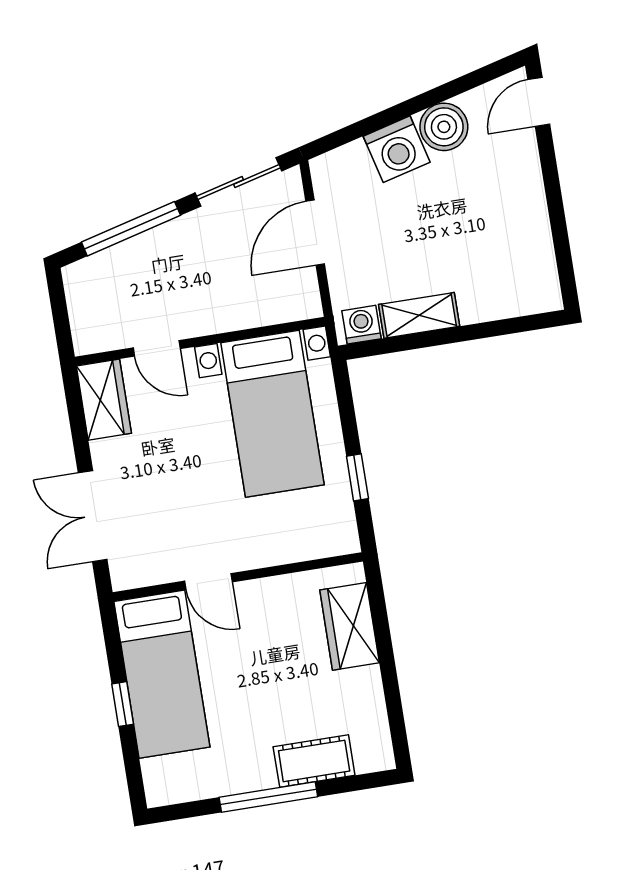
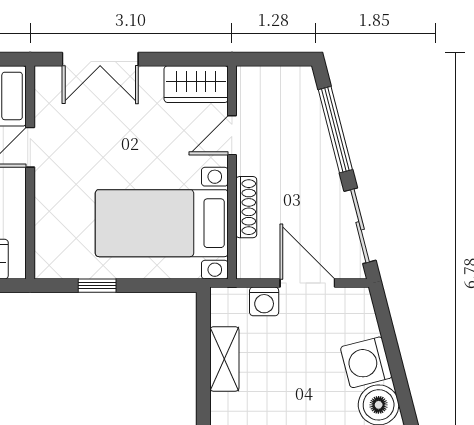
shoe rack: (238, 318) -> (246, 207), added
washing machine: (362, 325) -> (264, 301), moved, turned 90
double door: (93, 516) -> (100, 59), swing flipped

